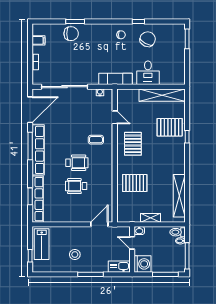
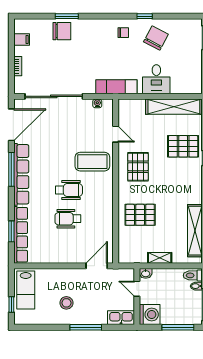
coffee table: (96, 140) -> (92, 162), width x1.86, depth x1.72

